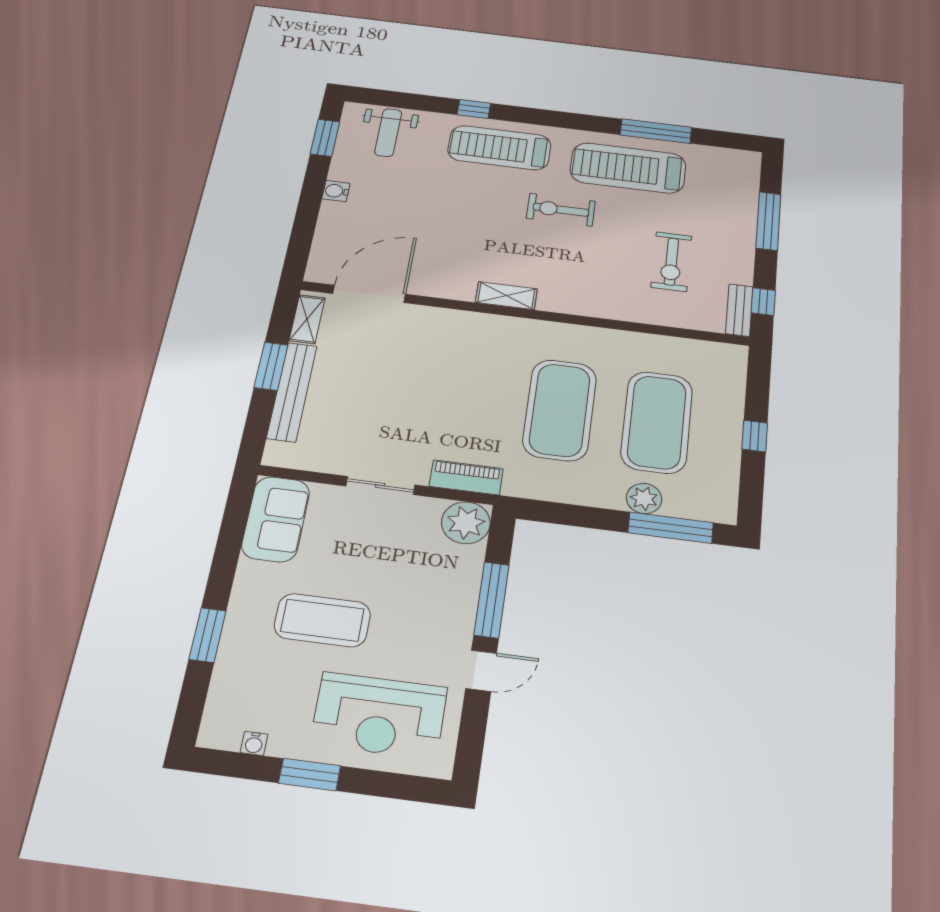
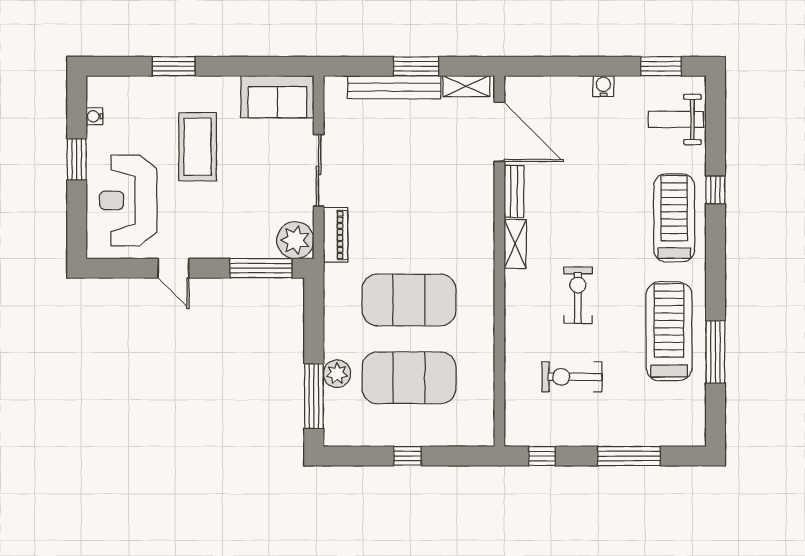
exercise bike: (561, 210) -> (578, 295), moved
bench: (739, 310) -> (514, 191), moved, turned 90
sliding door: (380, 485) -> (319, 170), width x1.37
window: (492, 600) -> (261, 268), moved

